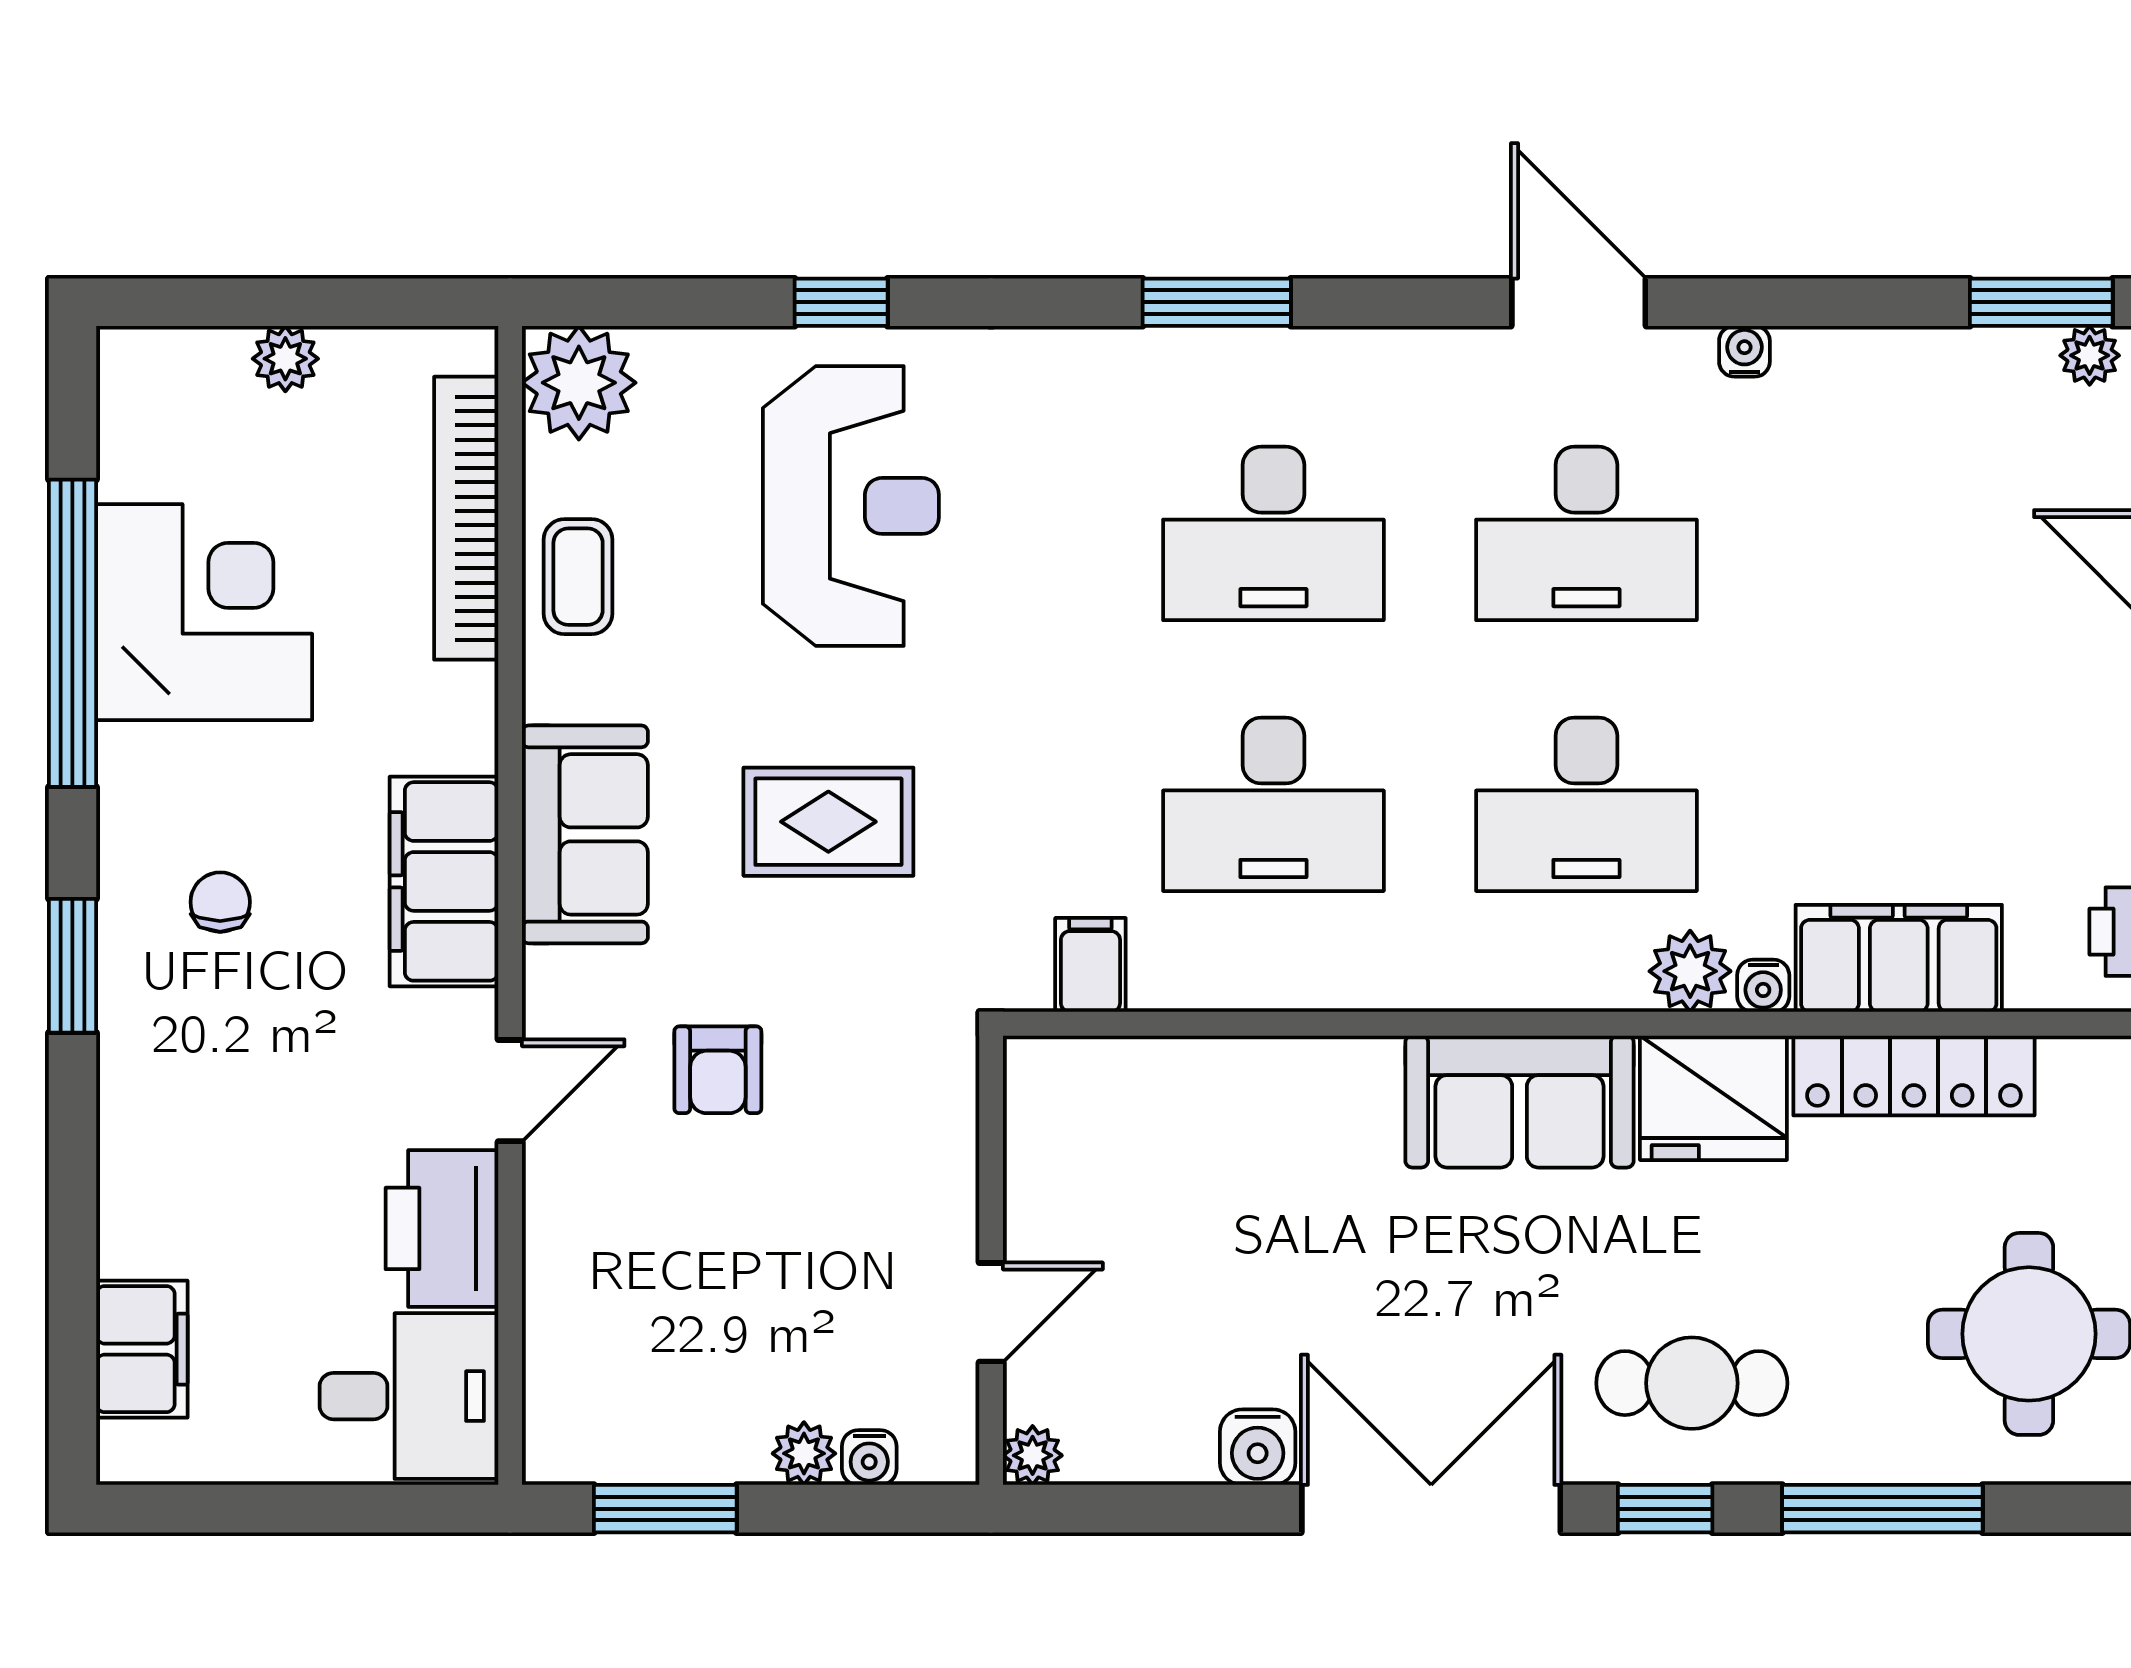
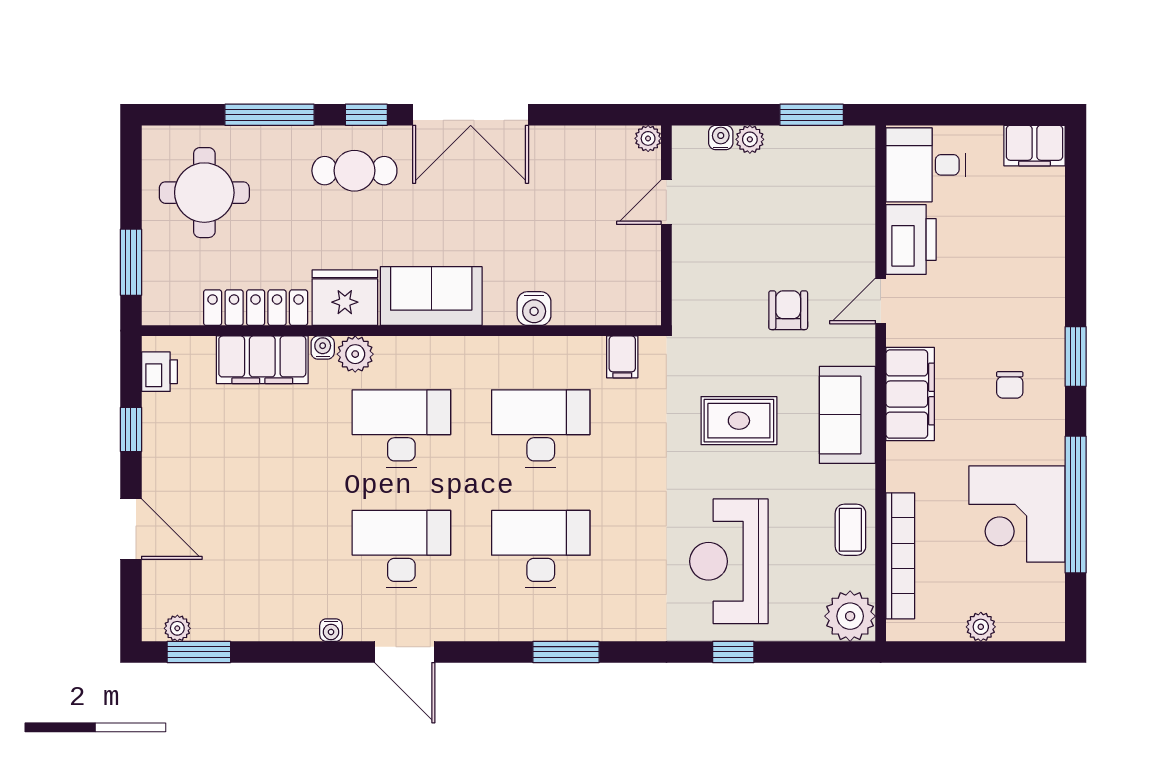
filing cabinet: (142, 1349) -> (1035, 146), moved, turned -90
water cooler: (1258, 1447) -> (534, 309), moved, turned 180

